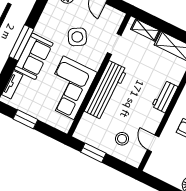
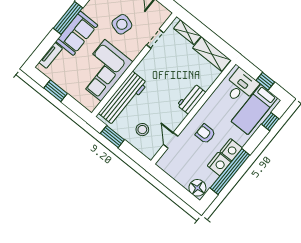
side table: (77, 37) -> (122, 24), turned 45
workbench: (106, 90) -> (123, 98), moved

